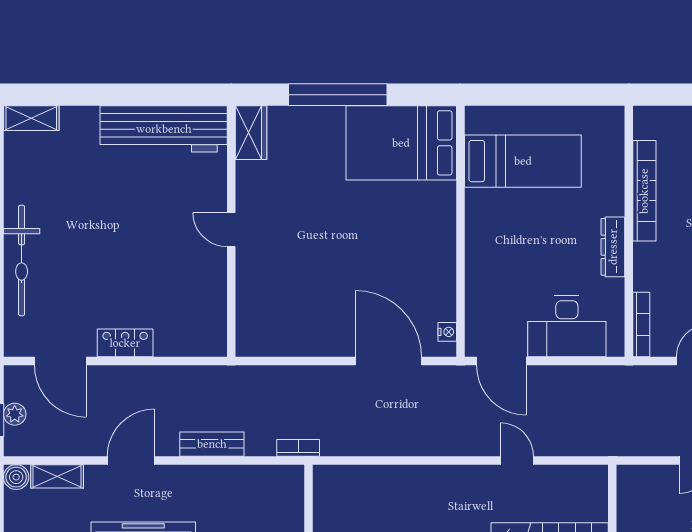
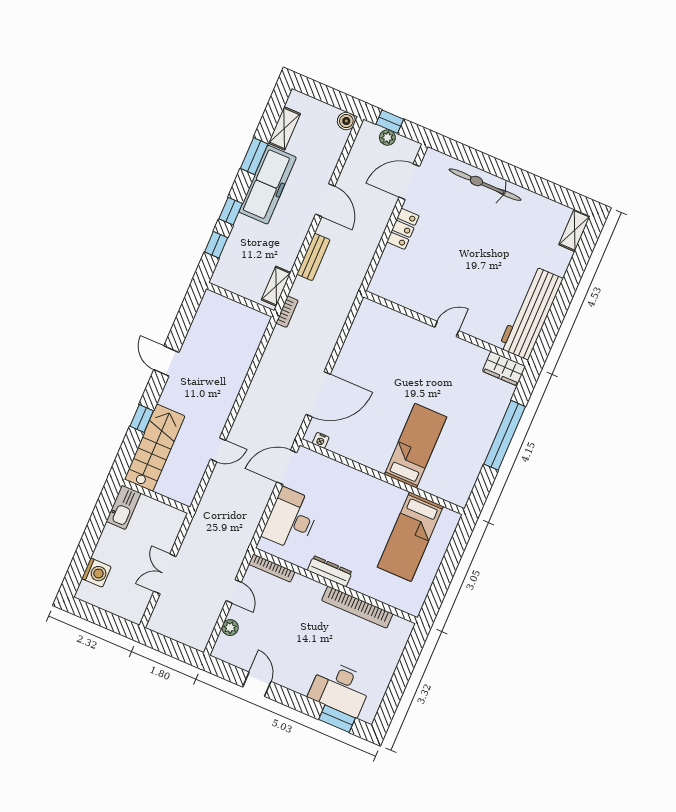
bed: (401, 143) -> (416, 446), moved, width x0.67
shelving: (57, 476) -> (276, 286), moved

